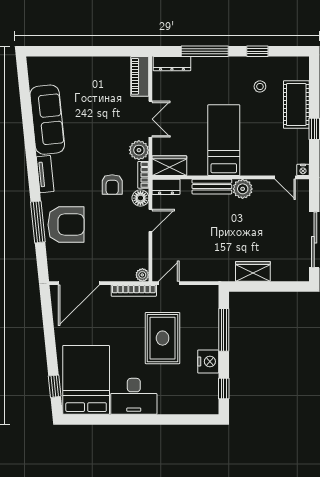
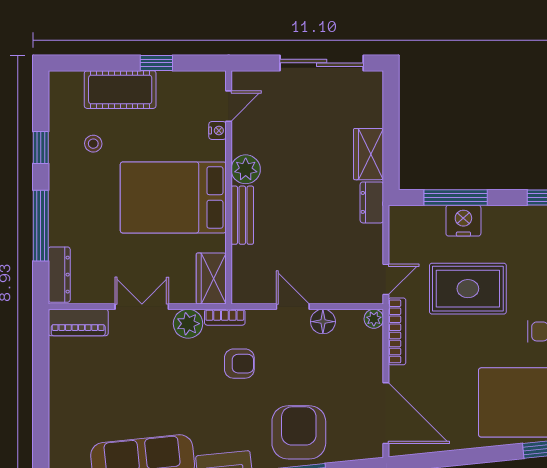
bed: (224, 140) -> (173, 197), width x1.50
nightstand: (303, 170) -> (218, 131), moved
dresser: (166, 187) -> (372, 202), moved, turned 180
floor lamp: (140, 198) -> (323, 322), moved
door: (169, 283) -> (386, 279), swing flipped
nightstand: (208, 361) -> (463, 221), moved

